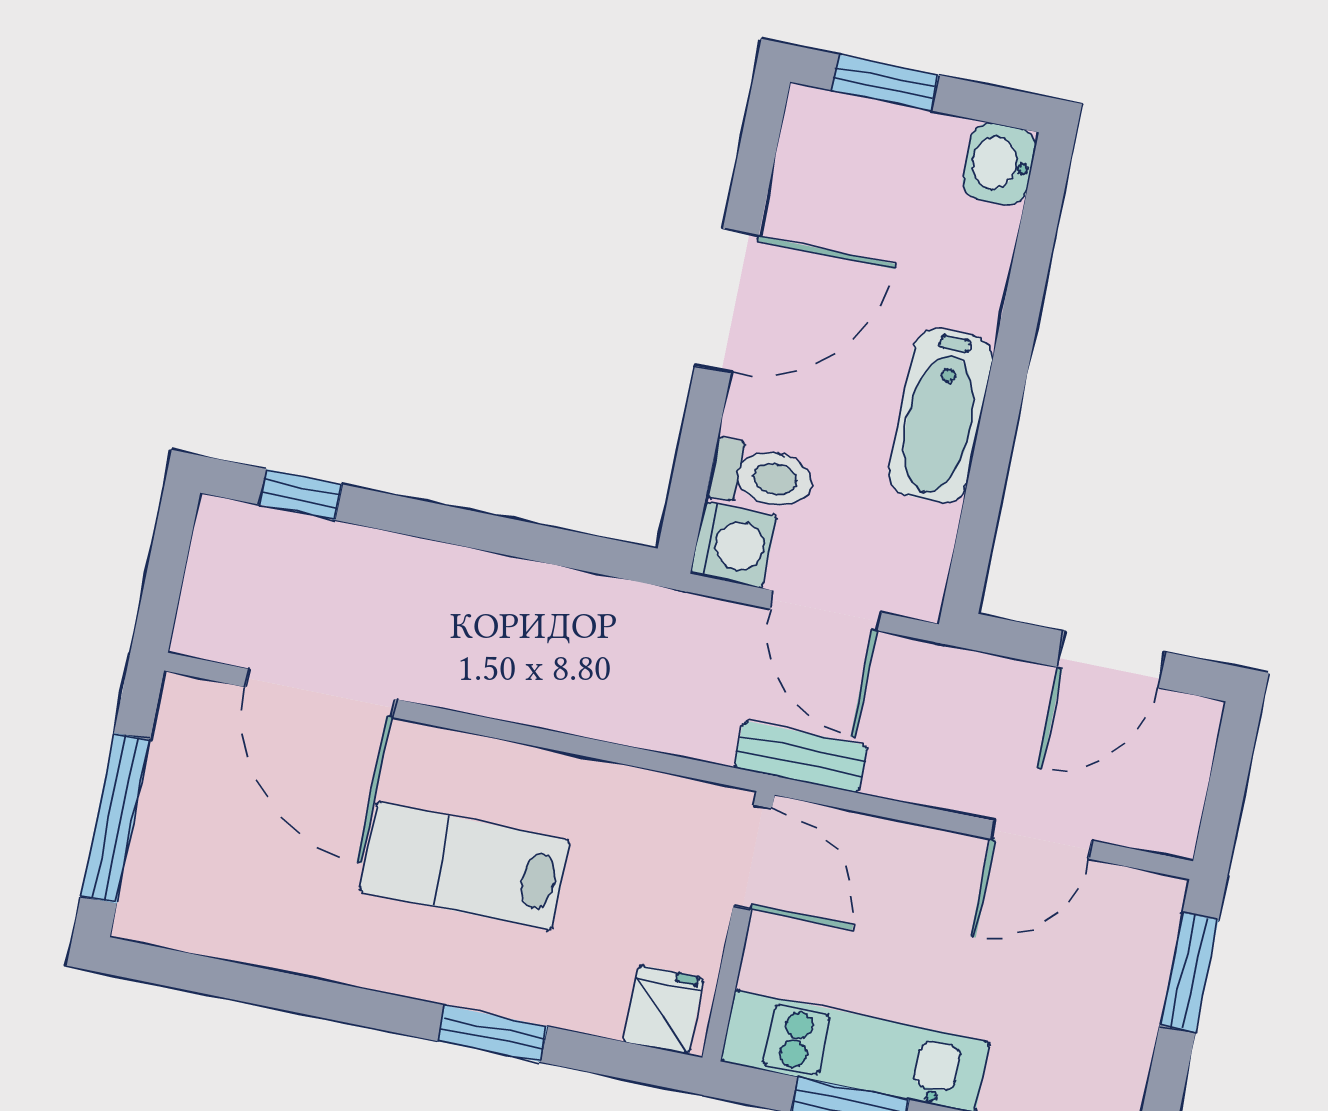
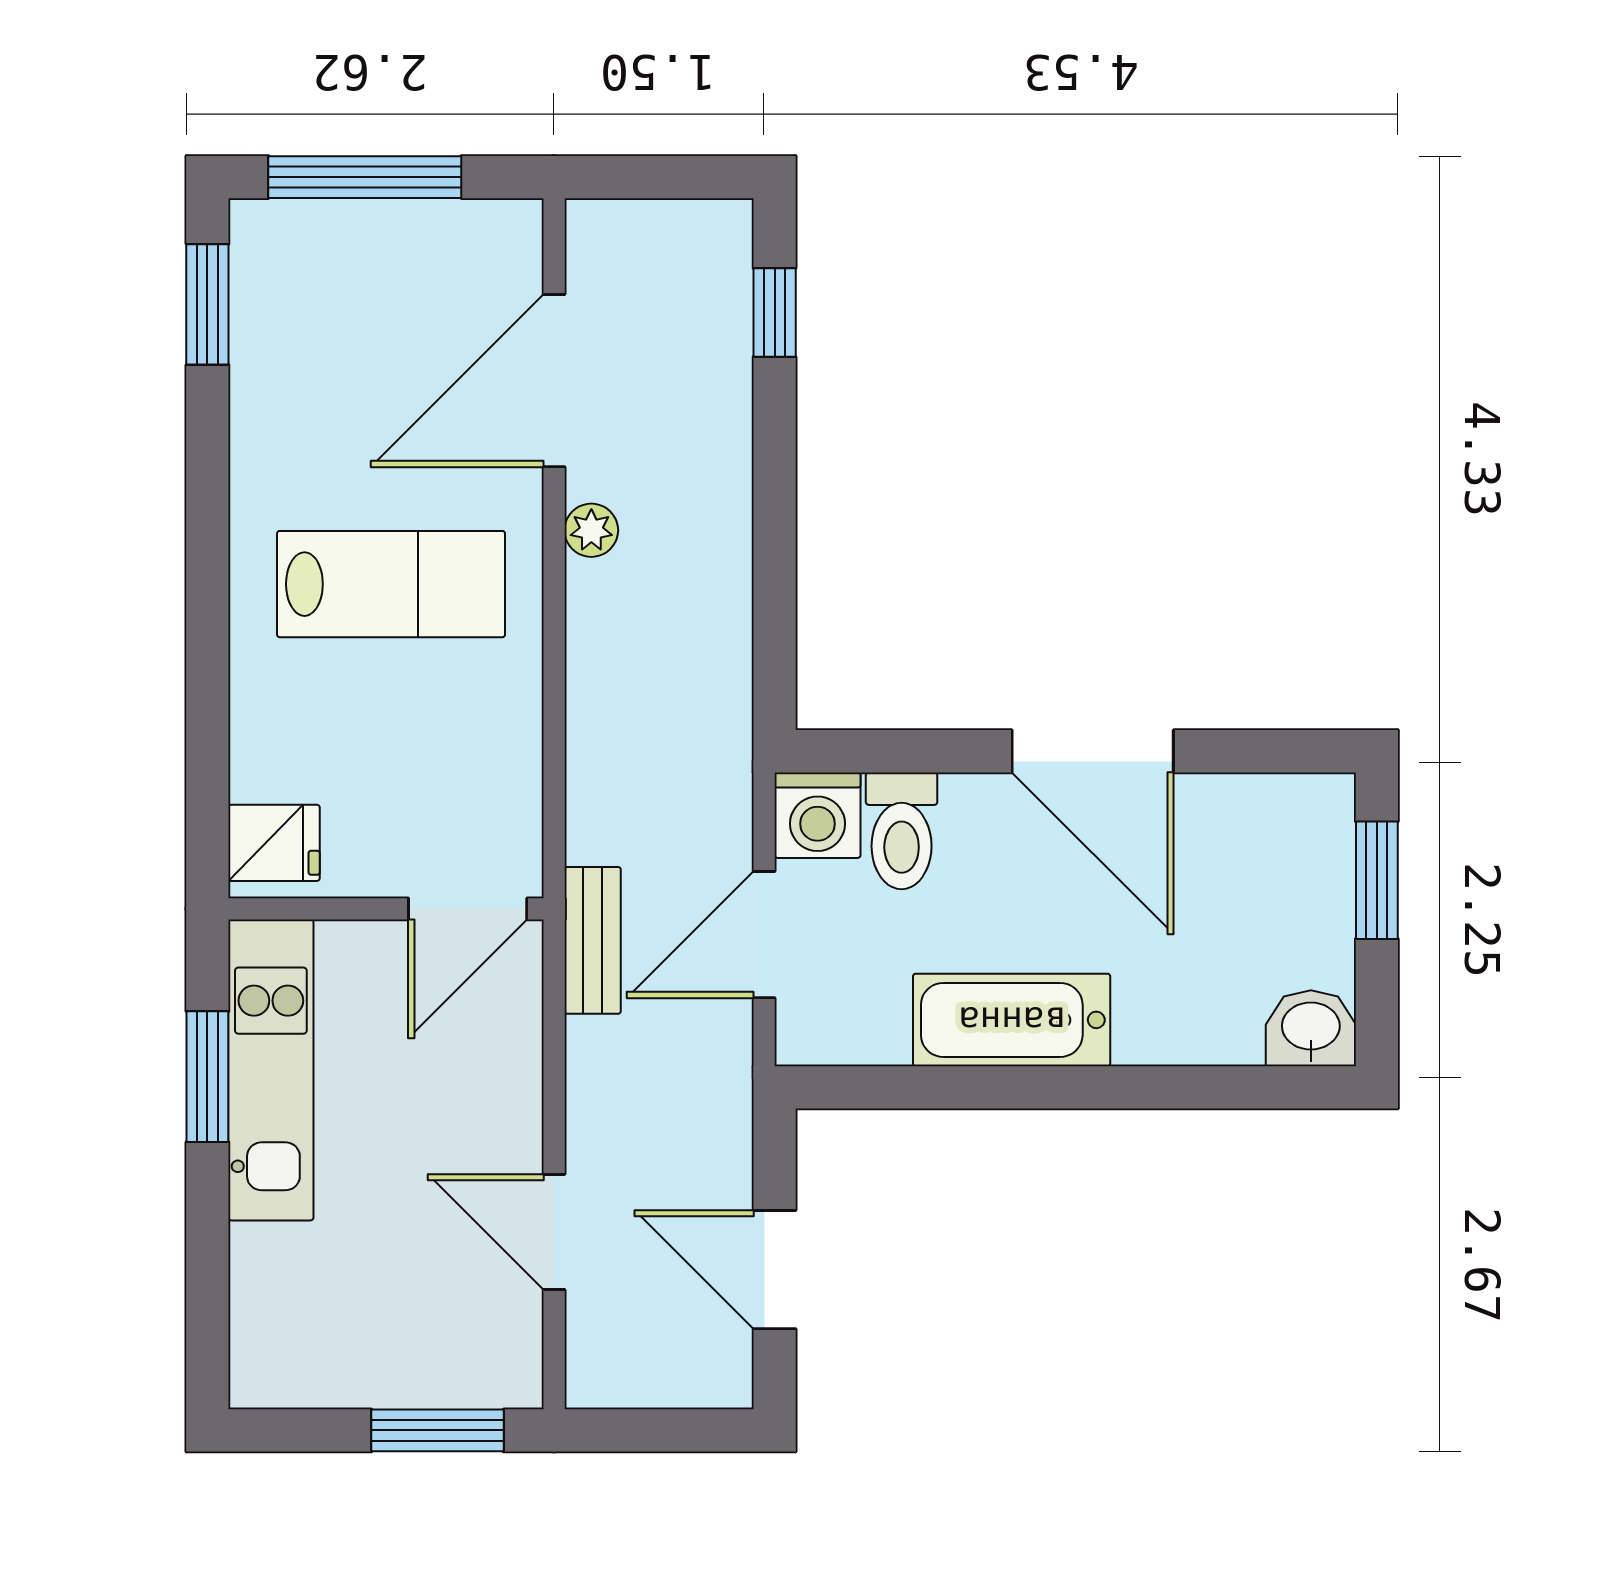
plant: (453, 687) -> (591, 530), added
lab bench: (464, 866) -> (391, 584), turned 90
window: (492, 1034) -> (207, 304), moved

